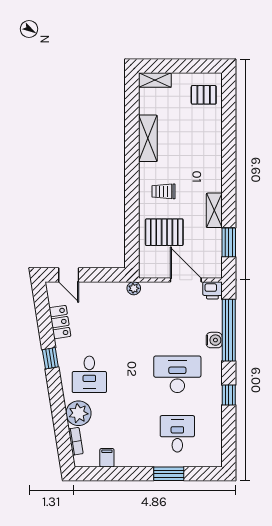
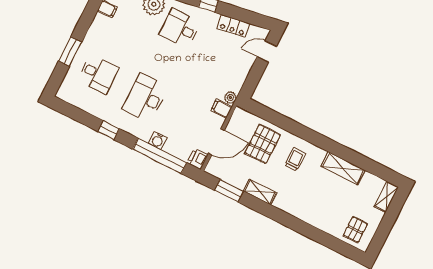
filing cabinet: (149, 292) -> (222, 108), added
desk: (177, 374) -> (145, 98), turned 180

